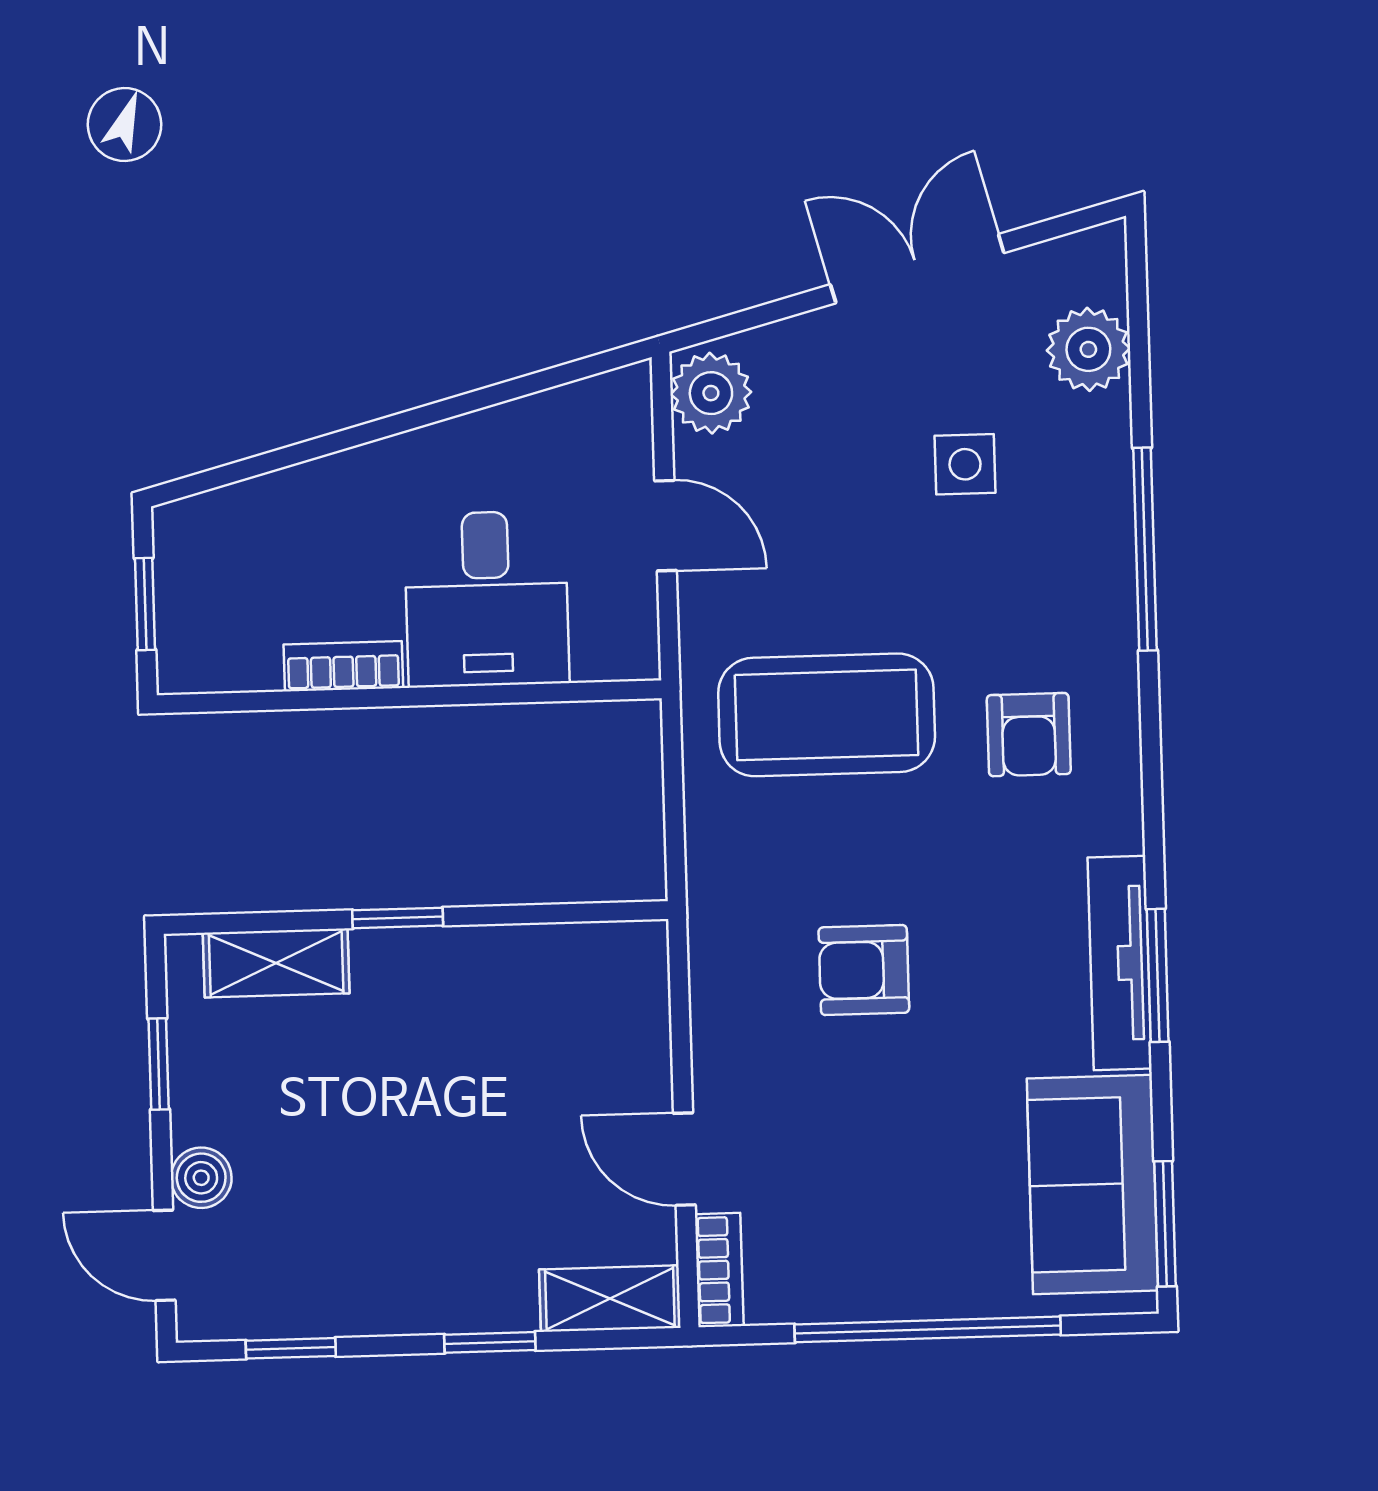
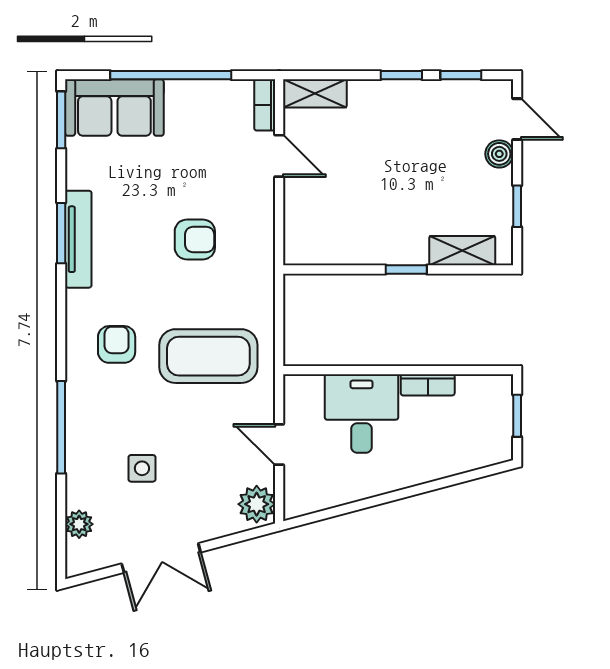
plant: (1088, 349) -> (79, 524), width x0.73, depth x0.73
sofa: (1092, 1184) -> (114, 108), moved, turned 90
window: (490, 1342) -> (401, 75), moved

